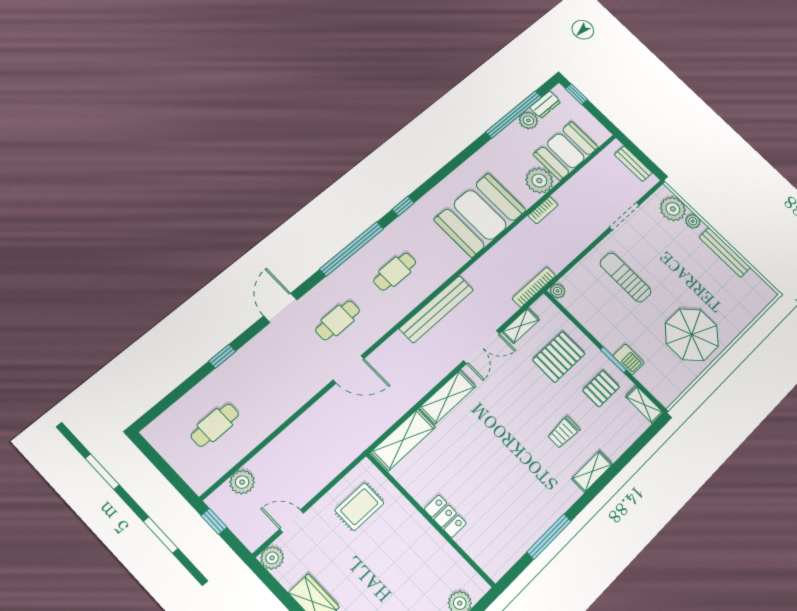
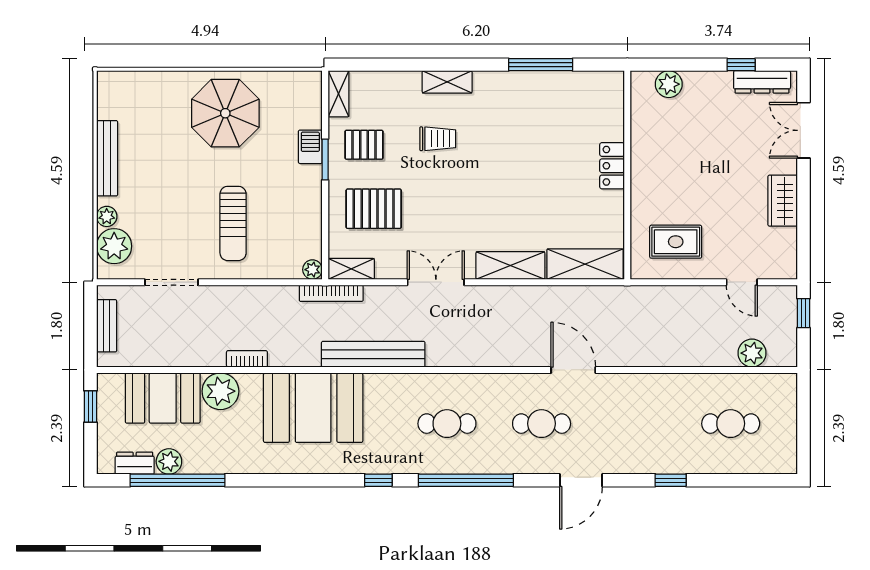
window: (576, 94) -> (90, 406), moved
bench: (437, 309) -> (373, 354), moved
shelving: (521, 326) -> (351, 269), moved
window: (214, 521) -> (803, 313), moved
plant: (272, 558) -> (785, 267), removed

